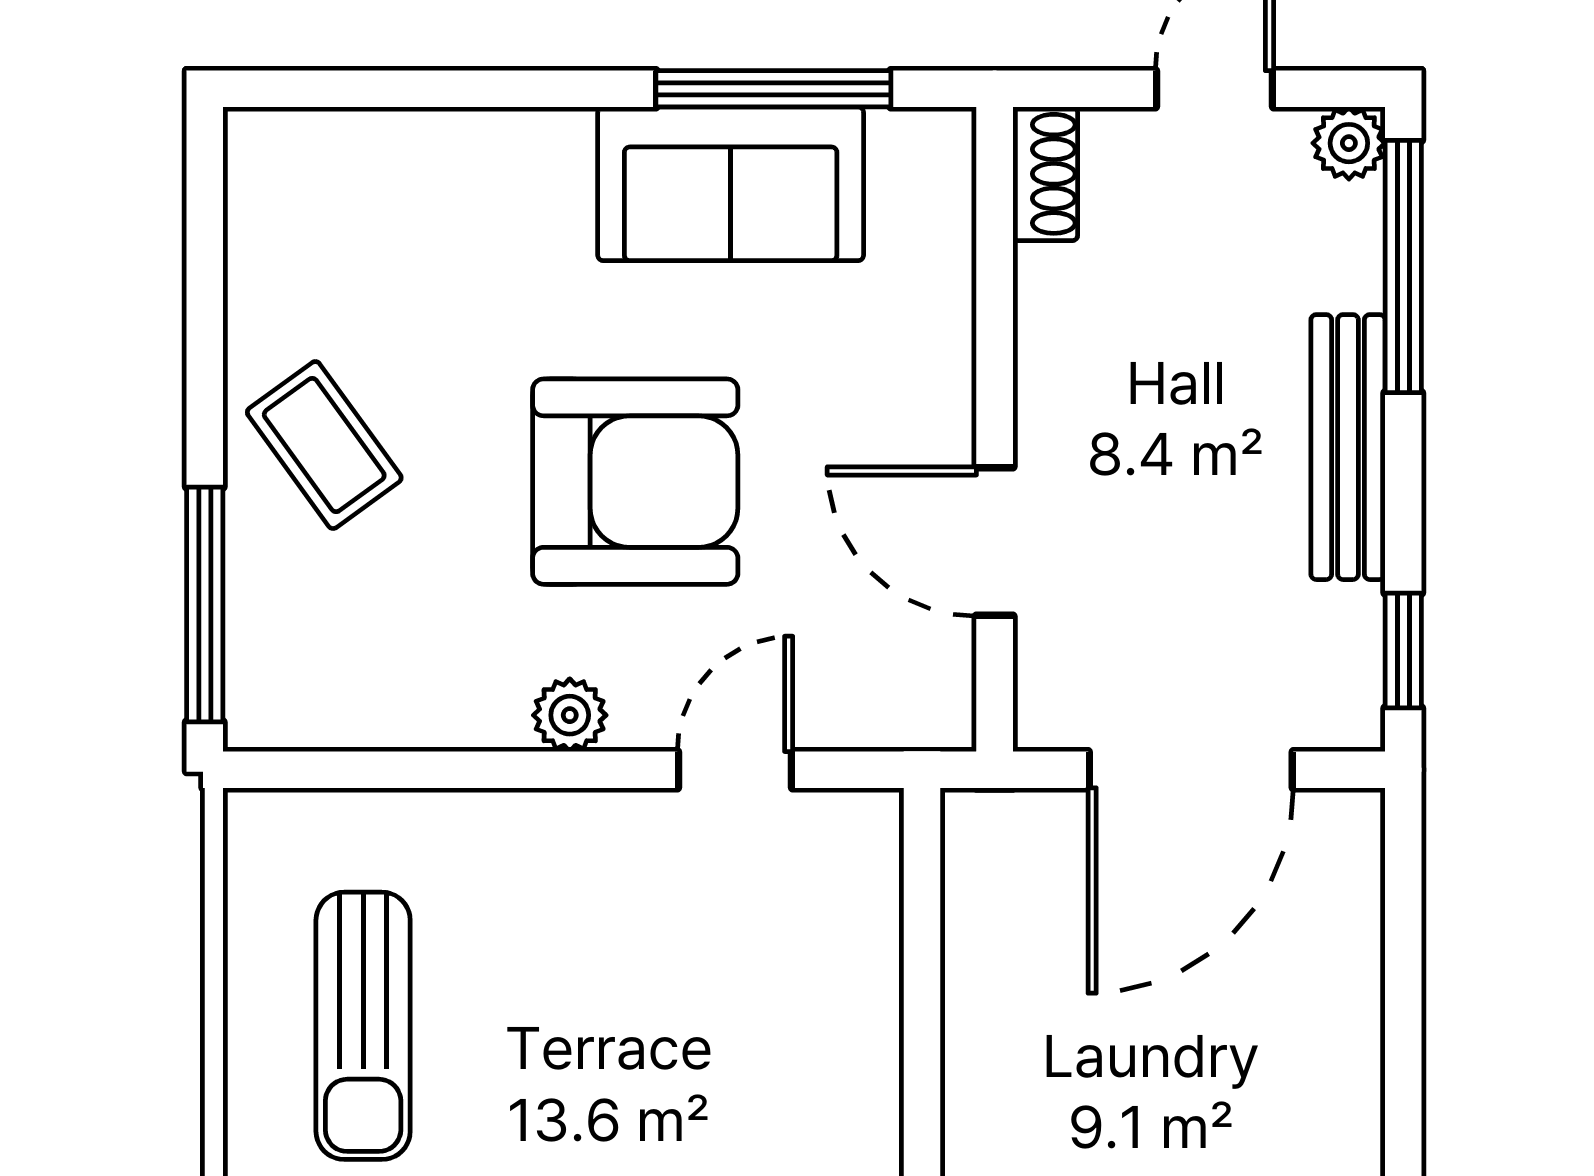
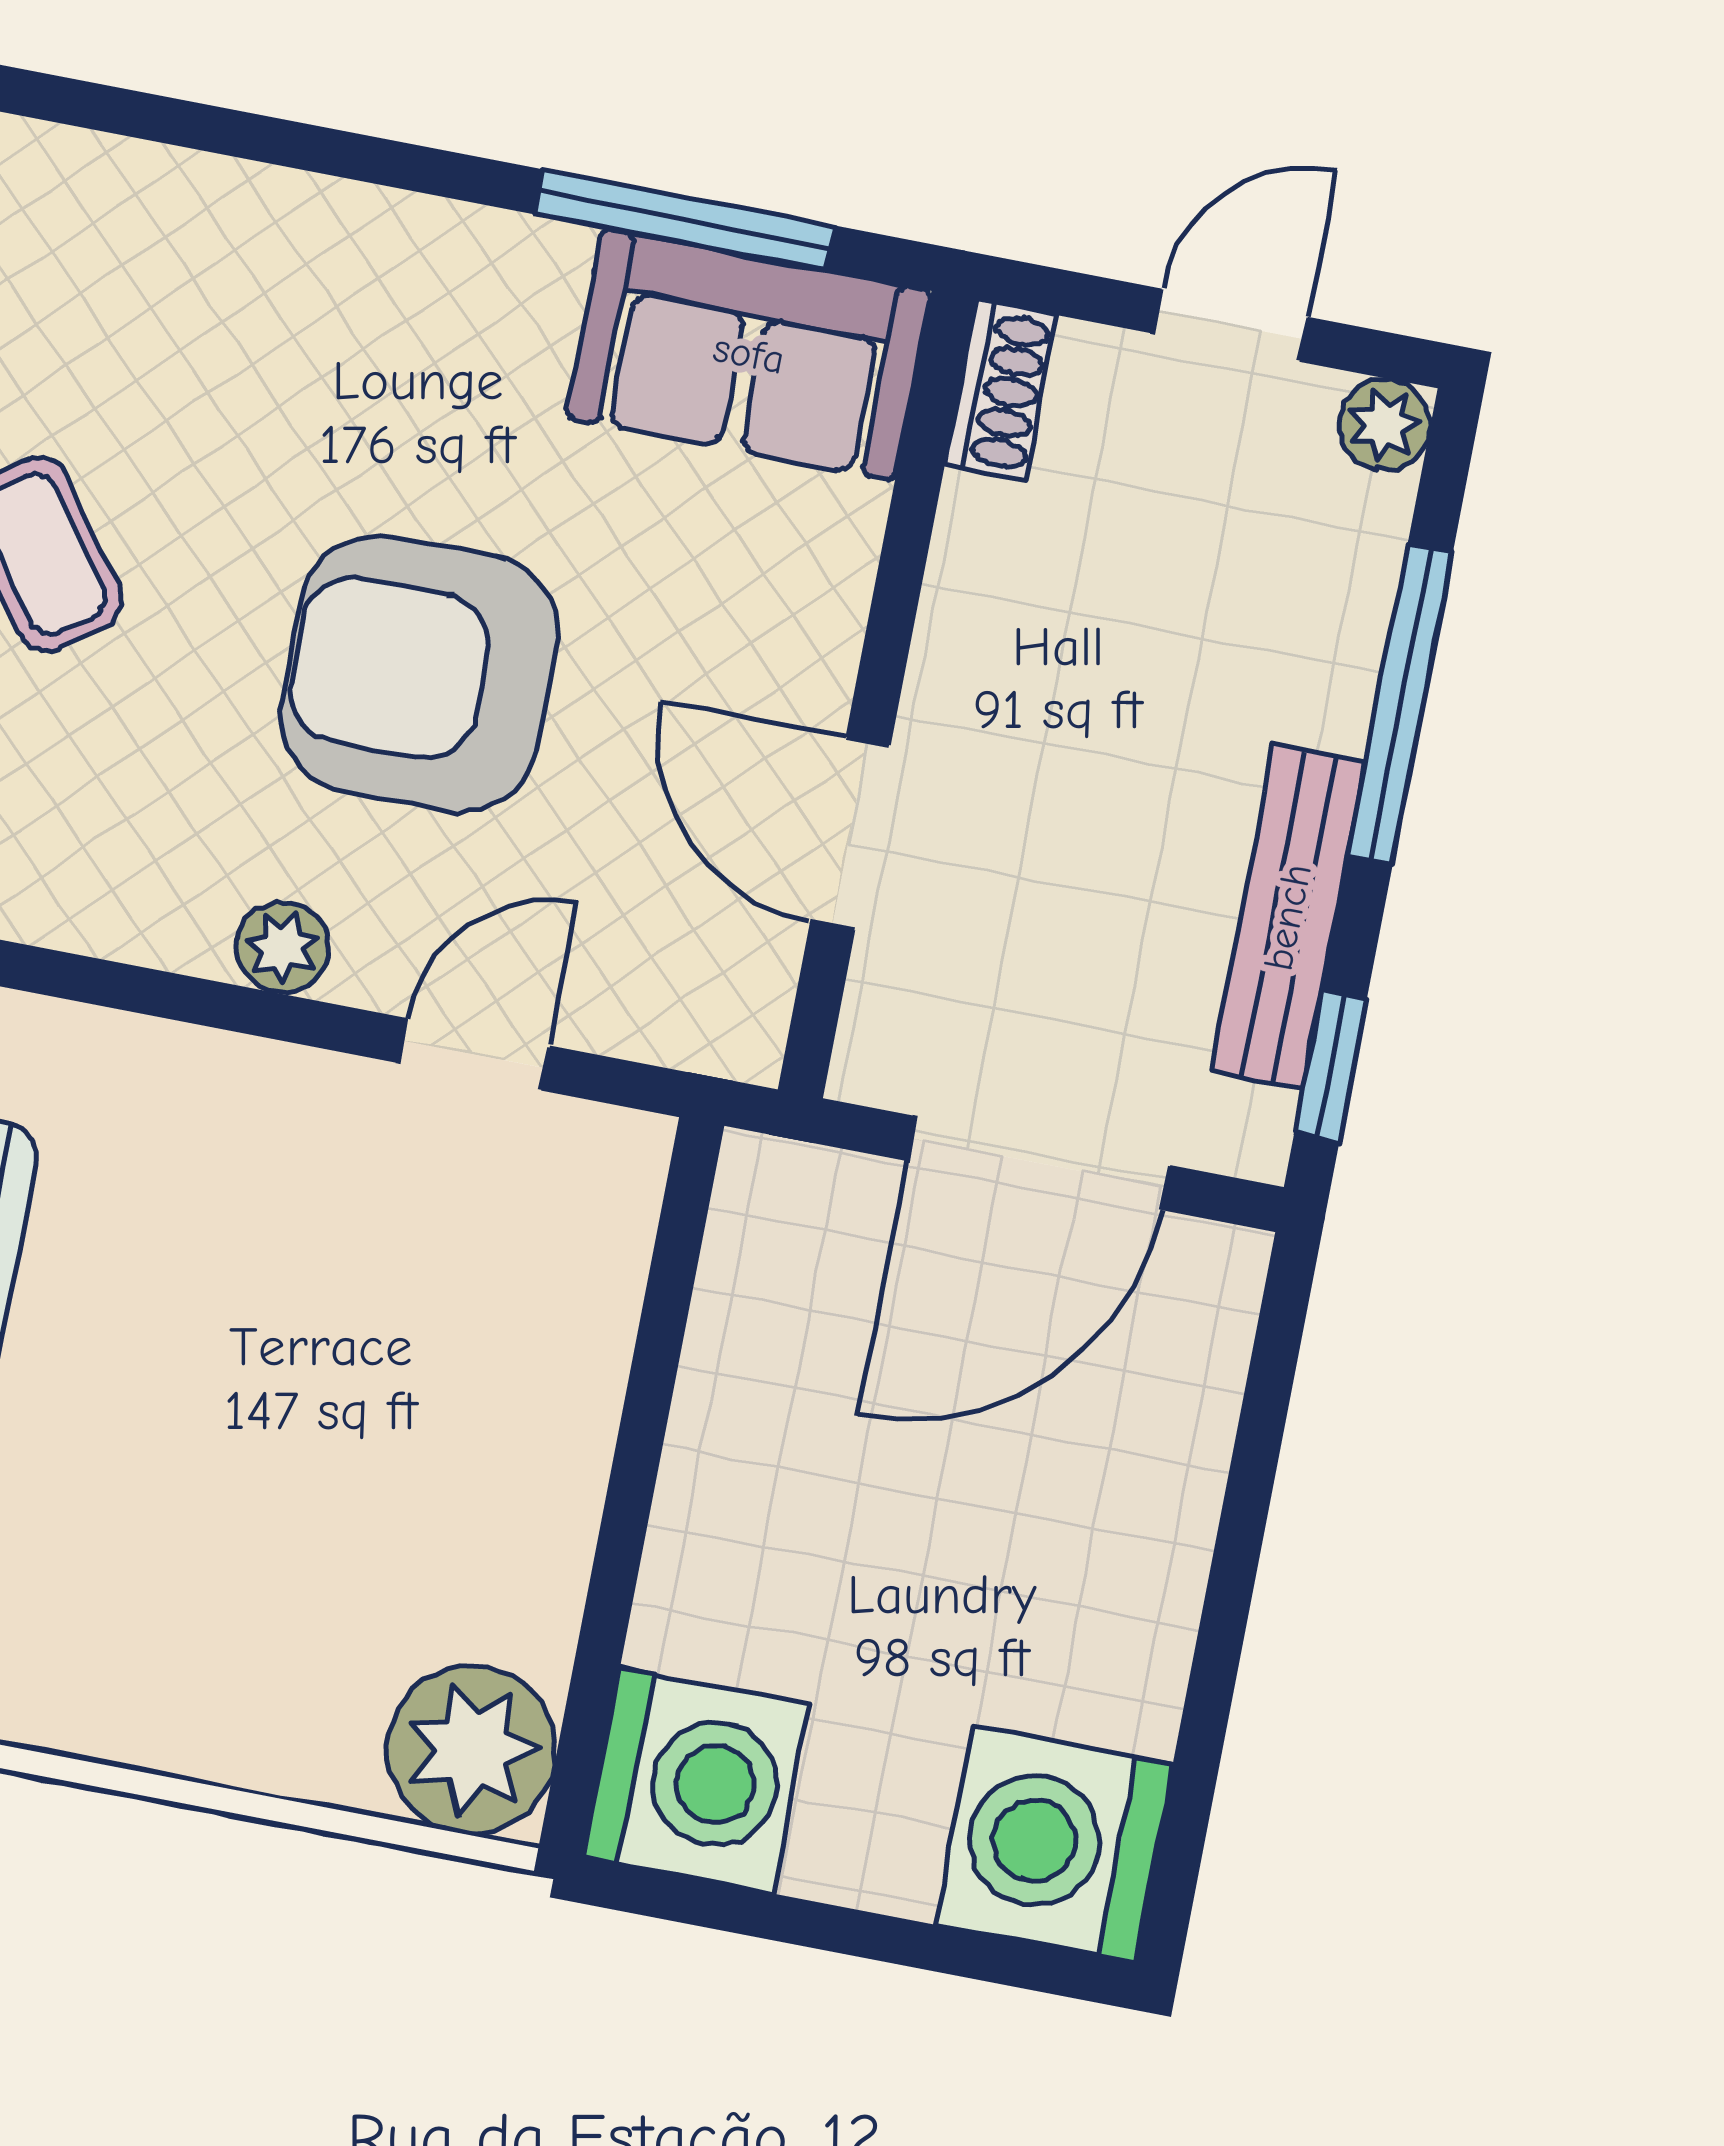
sofa: (731, 184) -> (749, 354), moved
window: (1403, 267) -> (1400, 704), moved
bench: (1348, 447) -> (1288, 917), moved
armchair: (635, 482) -> (419, 674), turned 180

